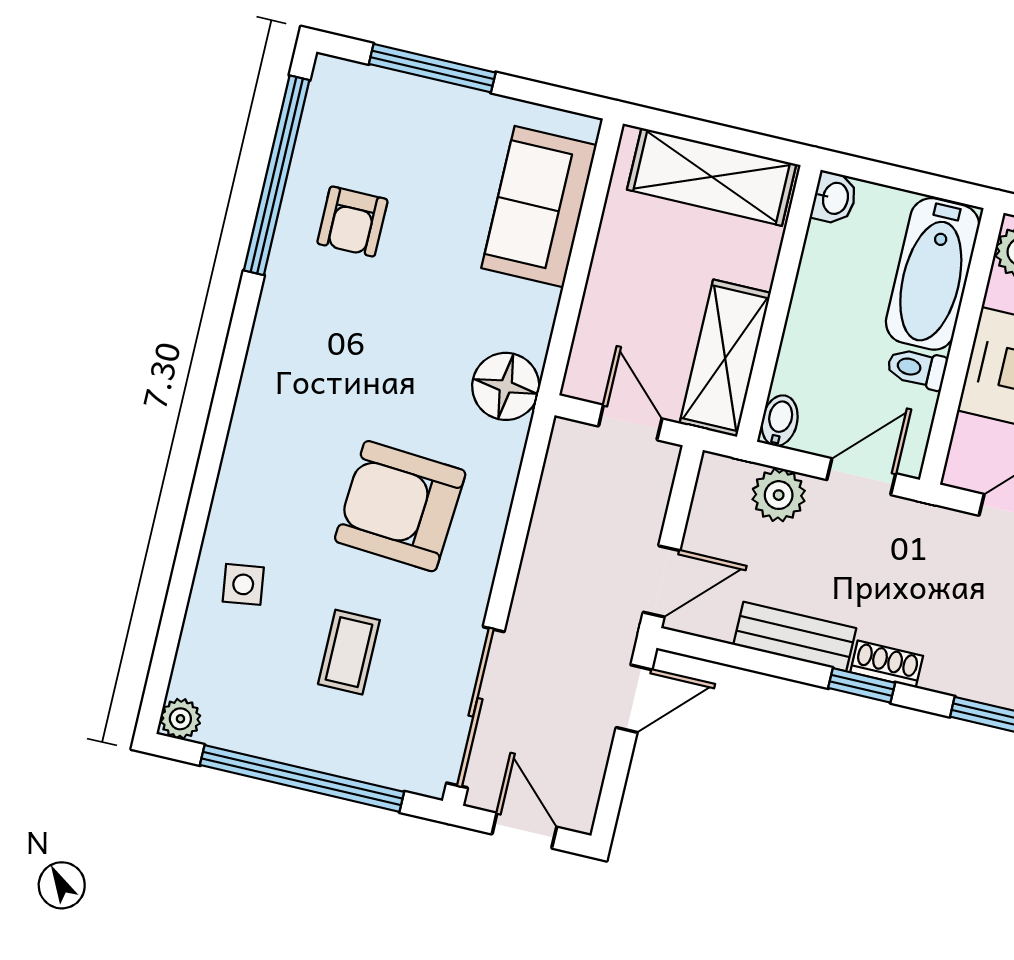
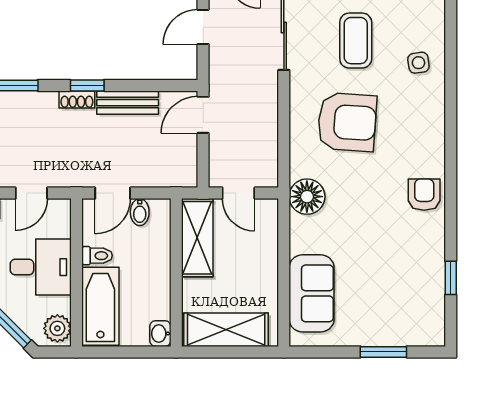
window: (432, 68) -> (383, 352), width x0.69
window: (277, 175) -> (451, 278), width x0.32
armchair: (352, 221) -> (424, 195), moved
bidet: (780, 421) -> (140, 212), moved
plant: (779, 495) -> (153, 174), removed
coffee table: (349, 652) -> (356, 41), width x1.36, depth x1.30
door: (634, 699) -> (203, 27), moved

